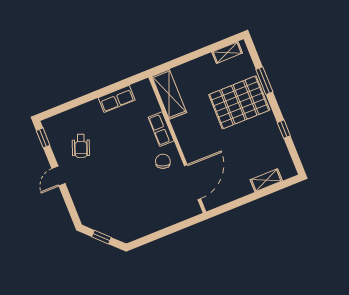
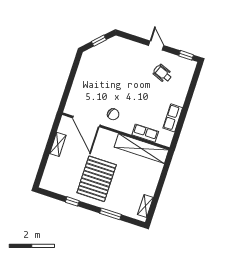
shelving: (169, 94) -> (142, 148), width x1.47
pallet: (239, 102) -> (97, 179), moved
row of seats: (161, 129) -> (145, 133), moved
shelving: (266, 180) -> (58, 144), moved

